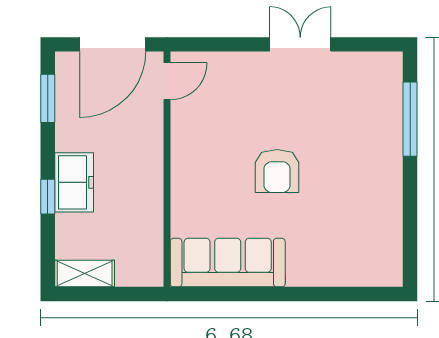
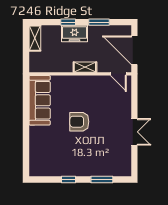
window: (48, 98) -> (99, 22), moved
window: (410, 119) -> (102, 179), width x0.69
shelving: (151, 158) -> (85, 67), added
window: (410, 196) -> (69, 179), added

